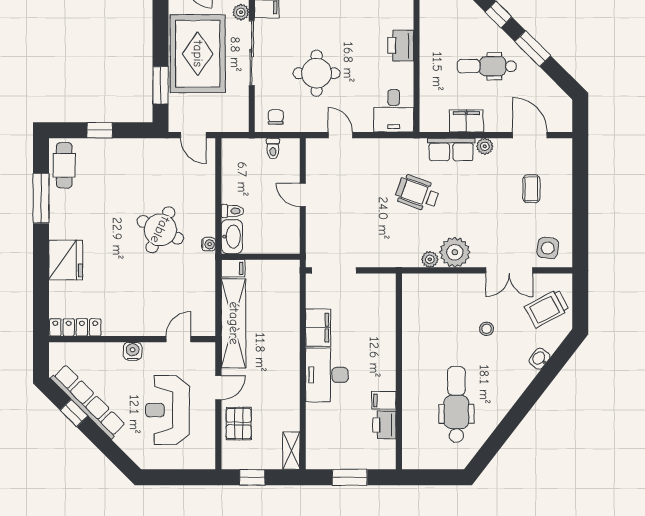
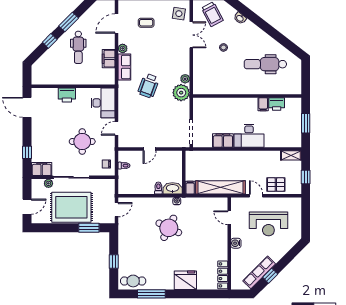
desk: (394, 111) -> (103, 103), width x1.37
plant: (455, 252) -> (181, 93), moved
row of seats: (88, 402) -> (259, 272), width x0.73

